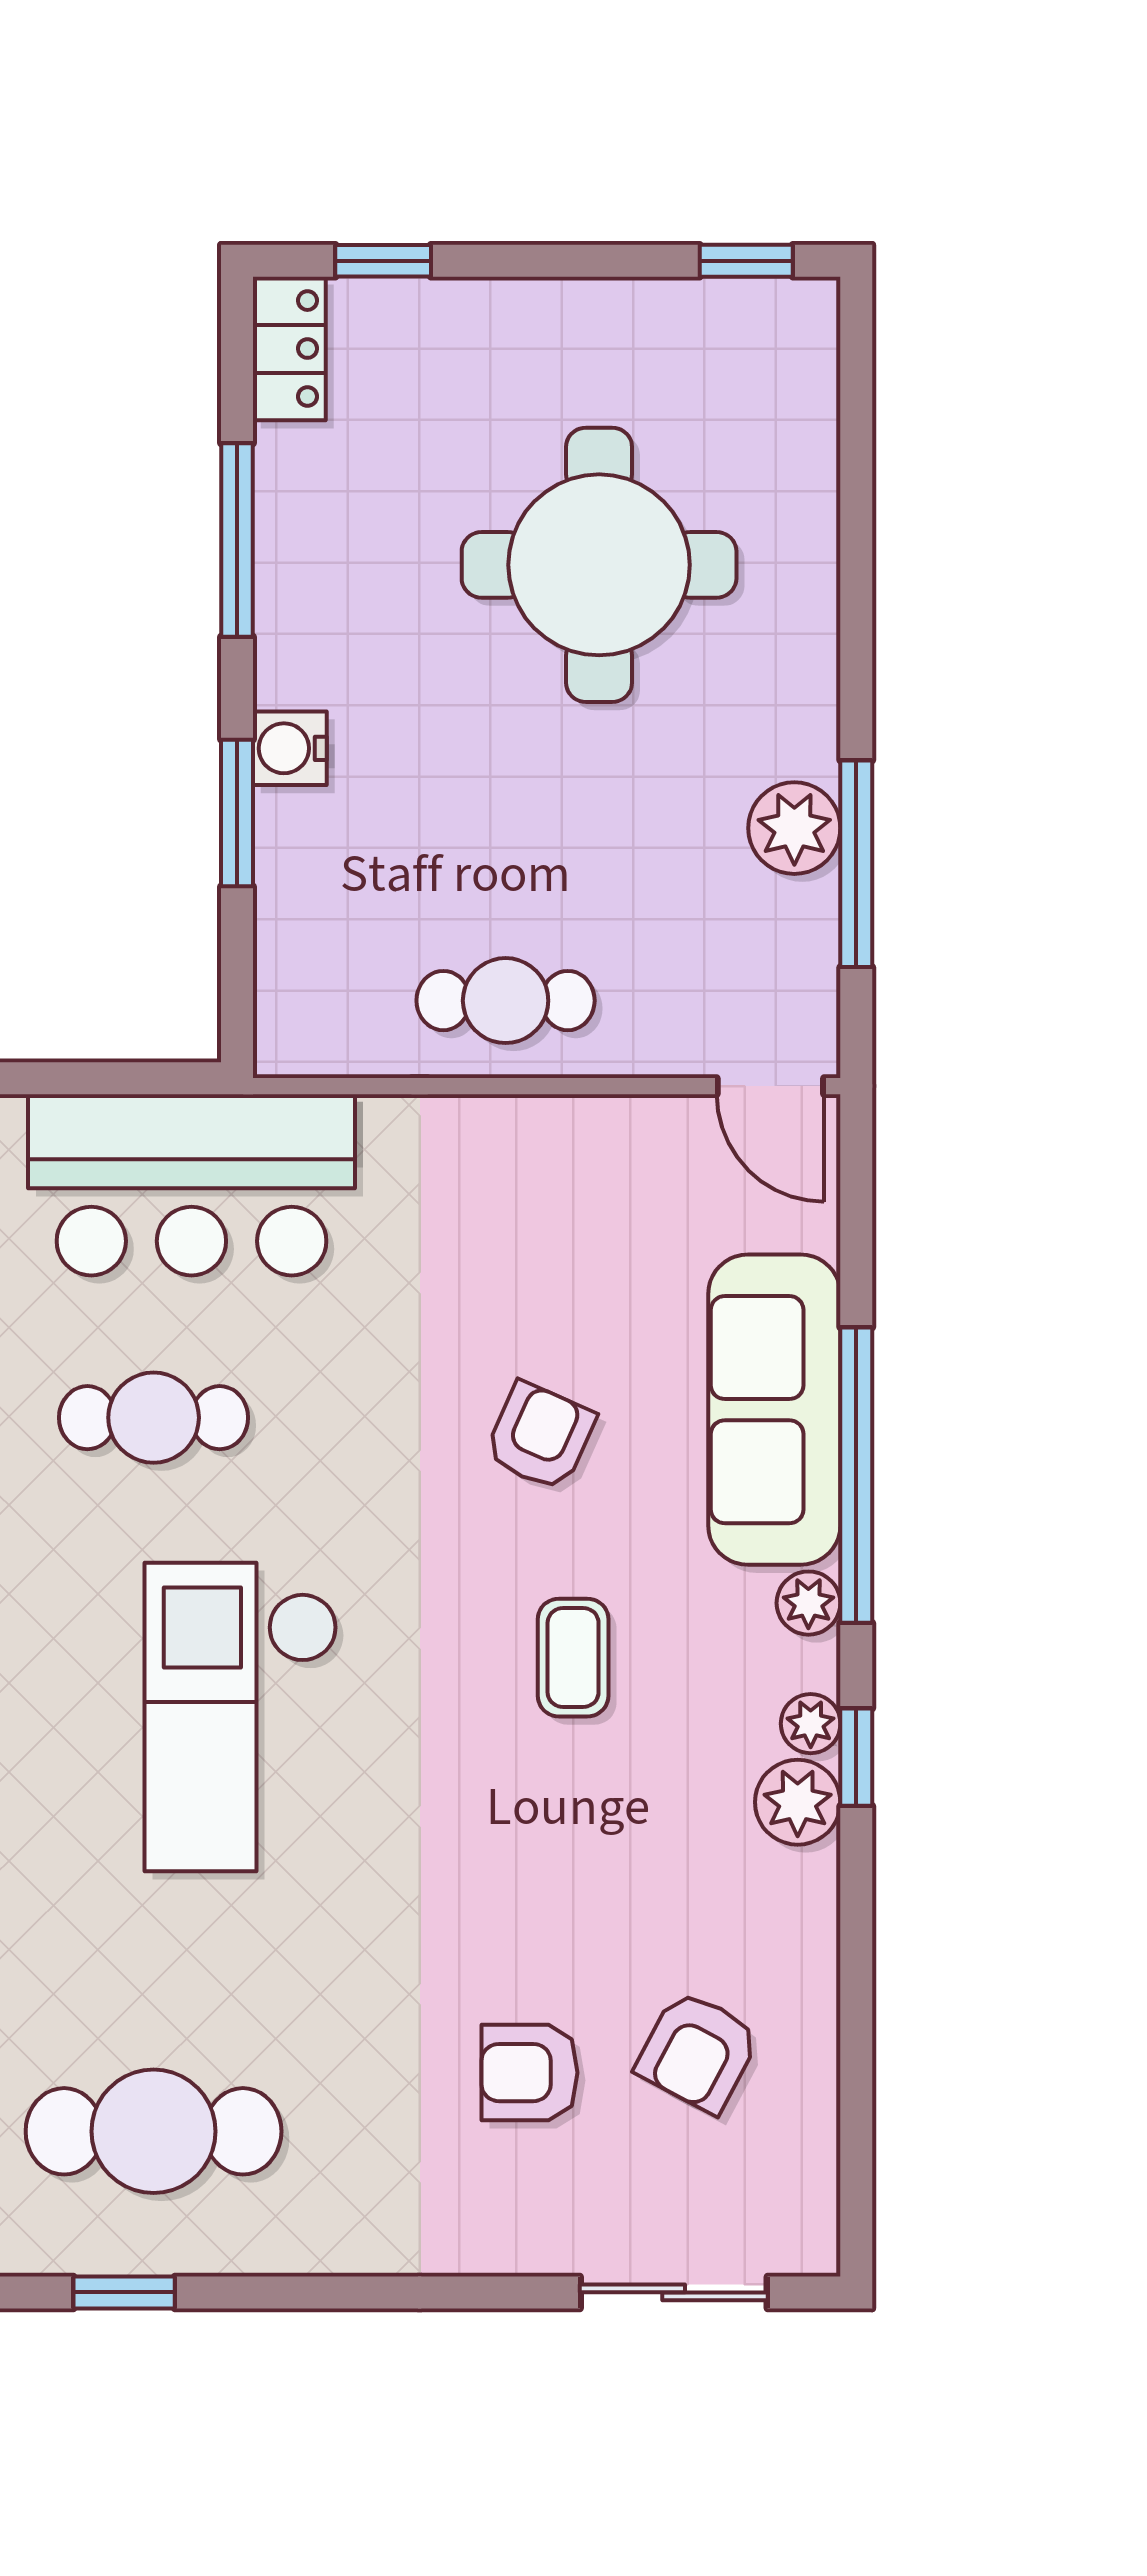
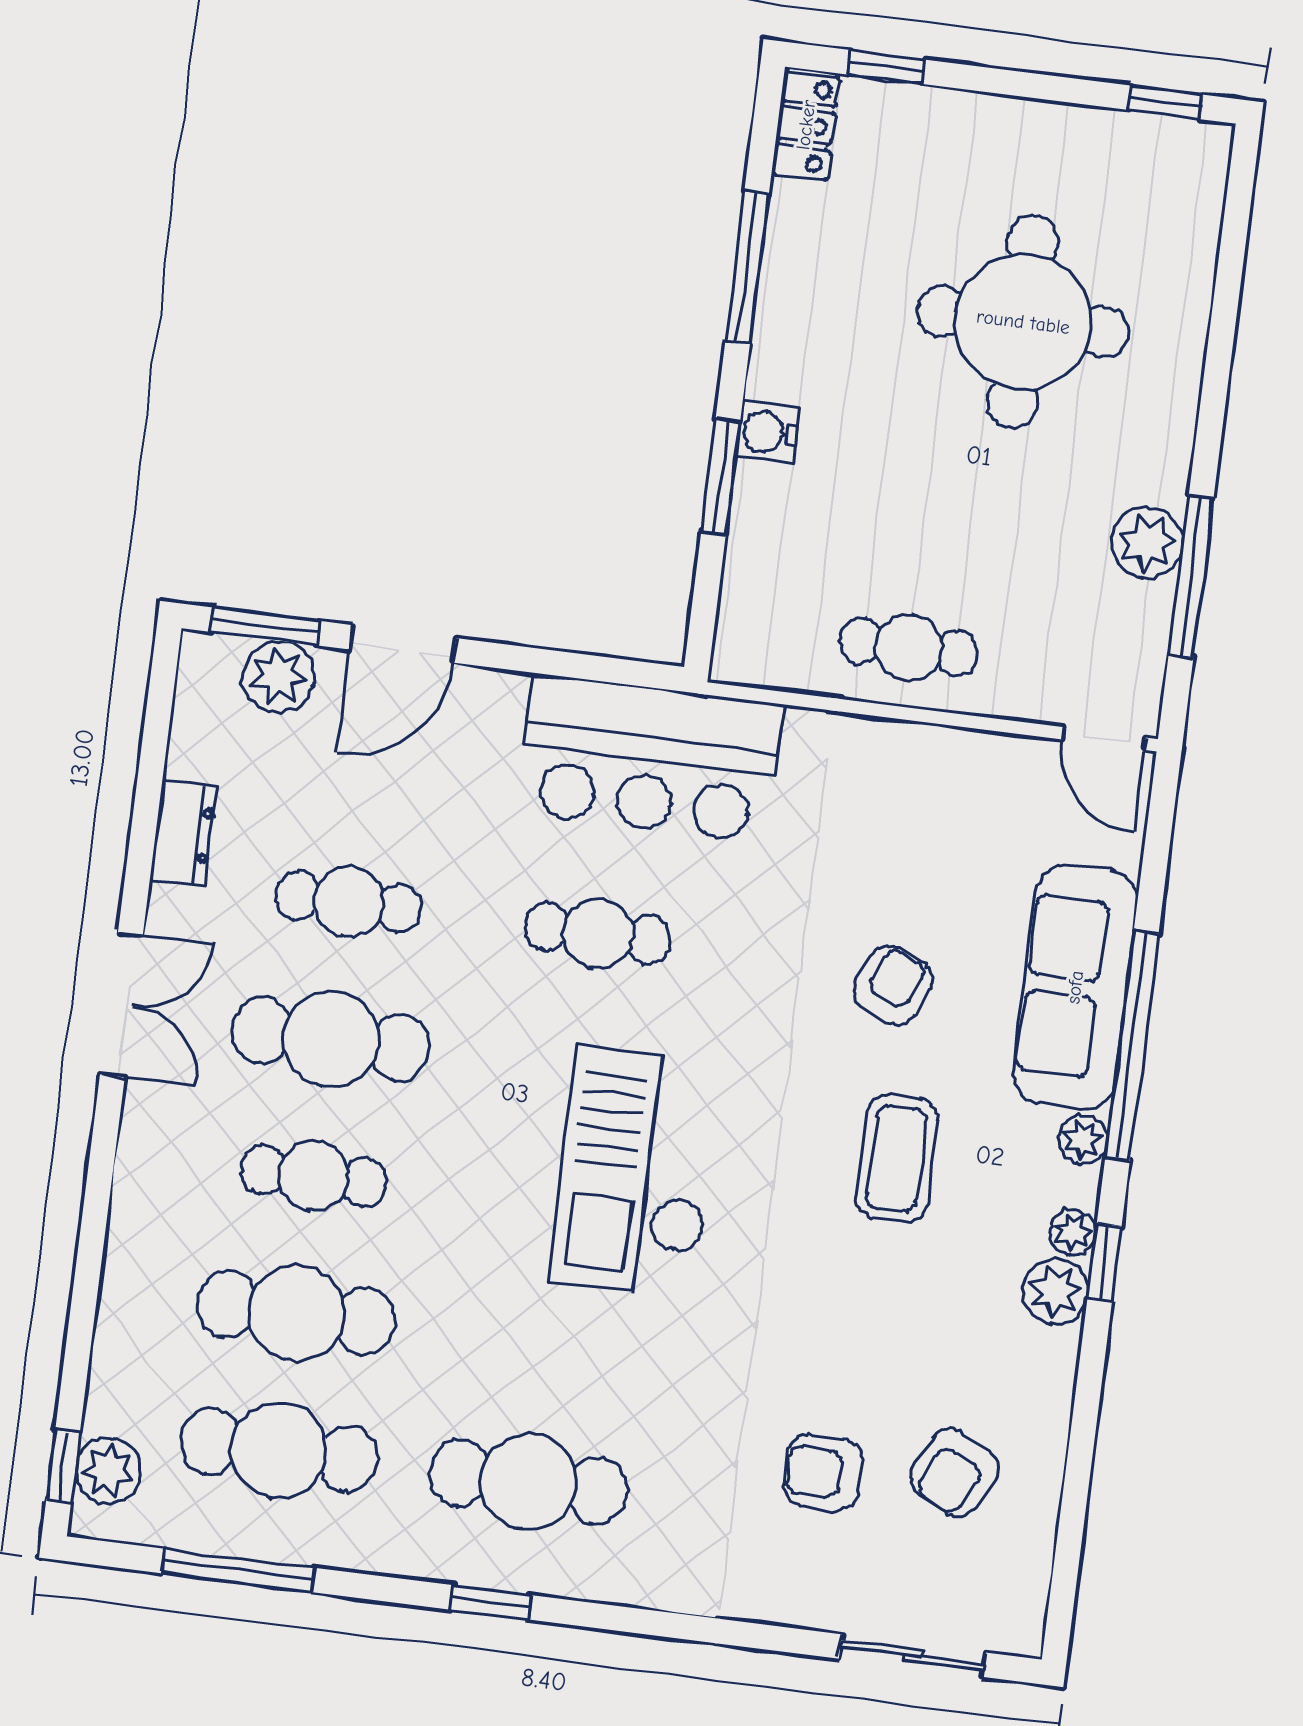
coffee table: (573, 1658) -> (897, 1158), width x1.36, depth x1.30

